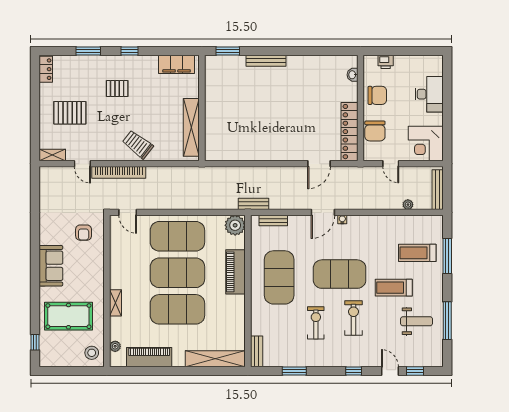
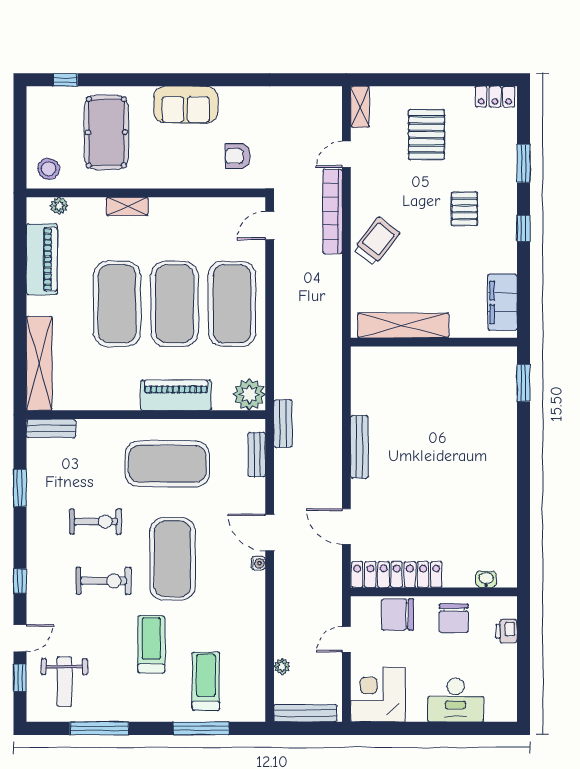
bench: (266, 61) -> (359, 447), moved
weight bench: (417, 321) -> (64, 682), moved

